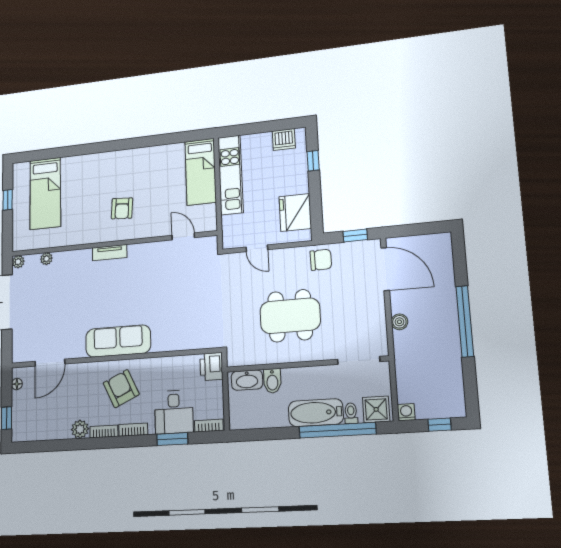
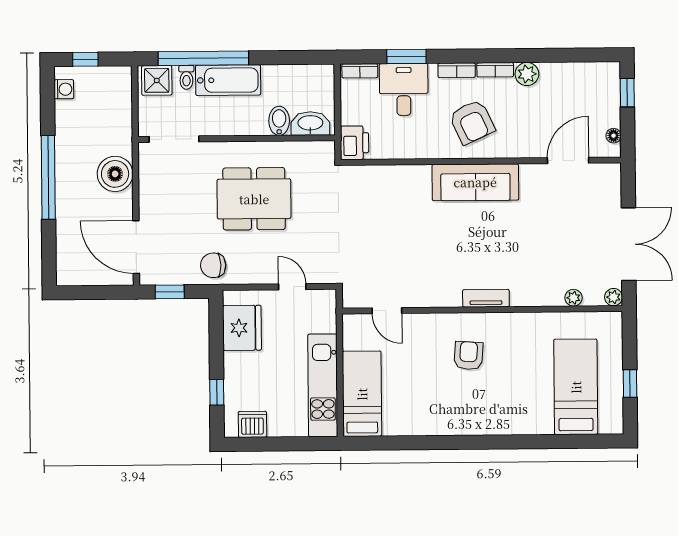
boiler: (399, 322) -> (115, 174), width x1.86, depth x1.86
washing machine: (406, 412) -> (64, 89), moved, turned -90

